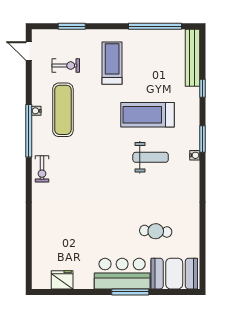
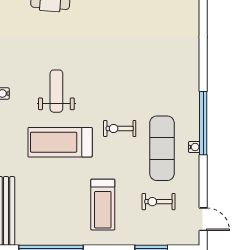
treadmill: (148, 115) -> (60, 142), turned 180
weight bench: (151, 157) -> (56, 91), turned 90
exercise bike: (42, 169) -> (120, 129), moved, turned -90

